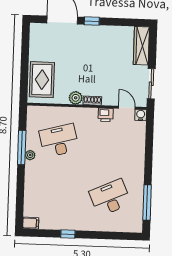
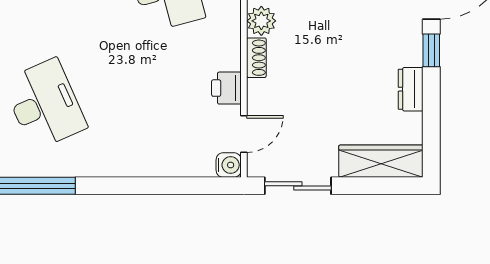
dresser: (109, 31) -> (411, 89), added

